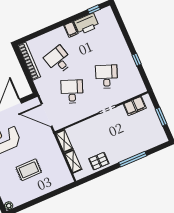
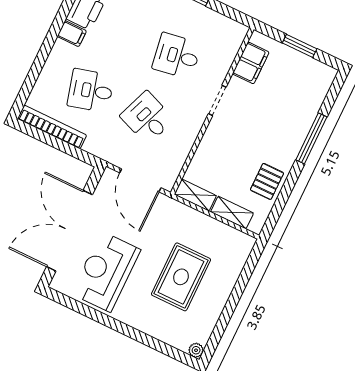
desk: (107, 76) -> (177, 56), turned -30
door: (47, 115) -> (140, 180), hinge flipped
rug: (29, 170) -> (181, 277), width x1.36, depth x1.43

